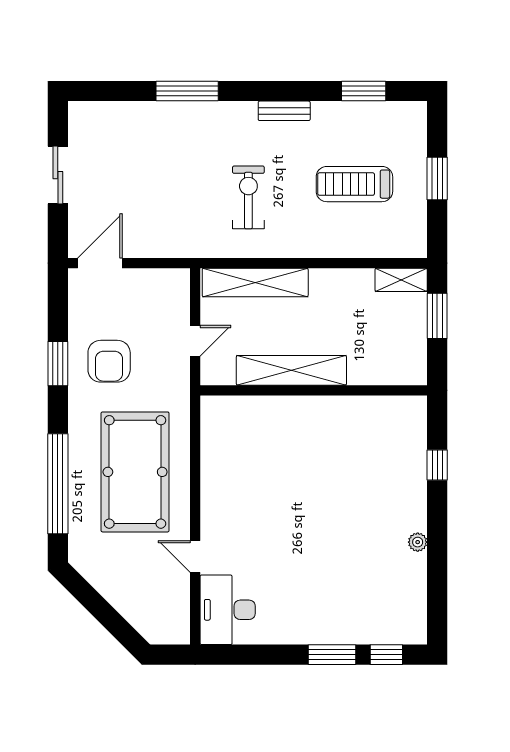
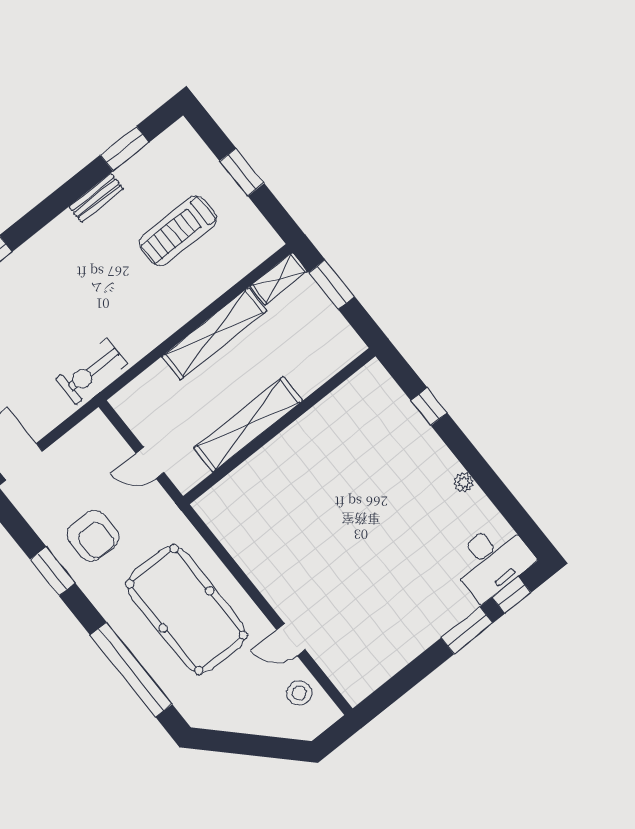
bench: (284, 111) -> (96, 198), moved
exercise bike: (248, 197) -> (91, 371), moved, turned -90
shelving: (255, 283) -> (214, 334), moved
door: (195, 341) -> (150, 463), swing flipped
stool: (169, 602) -> (299, 693), added
desk: (228, 610) -> (492, 561), moved, turned -90

